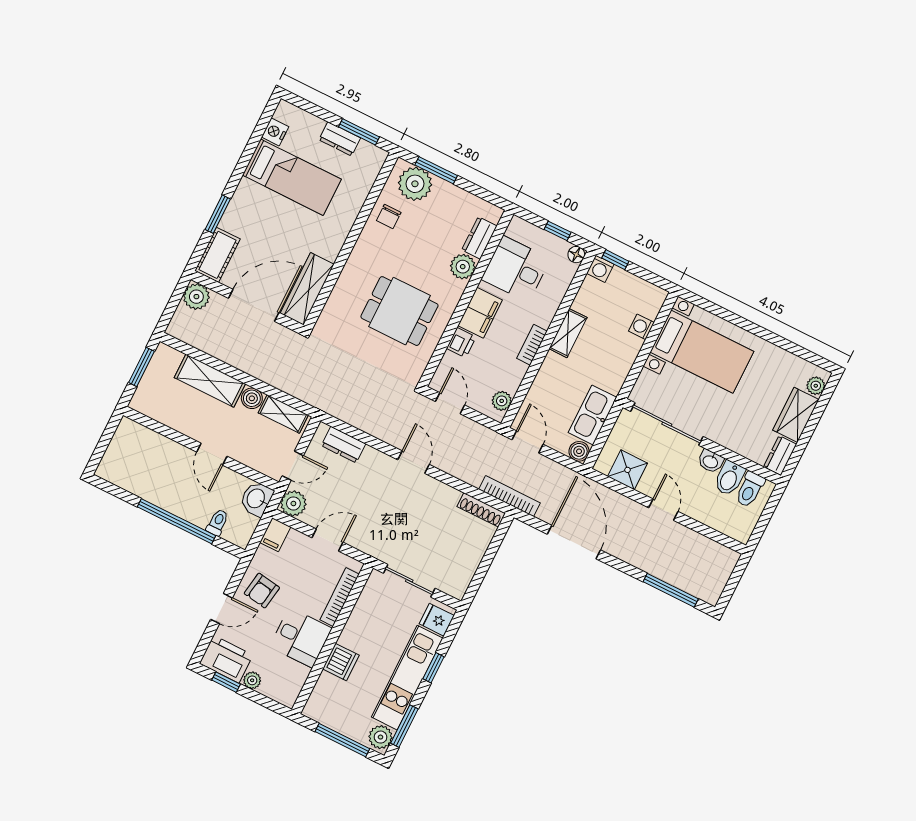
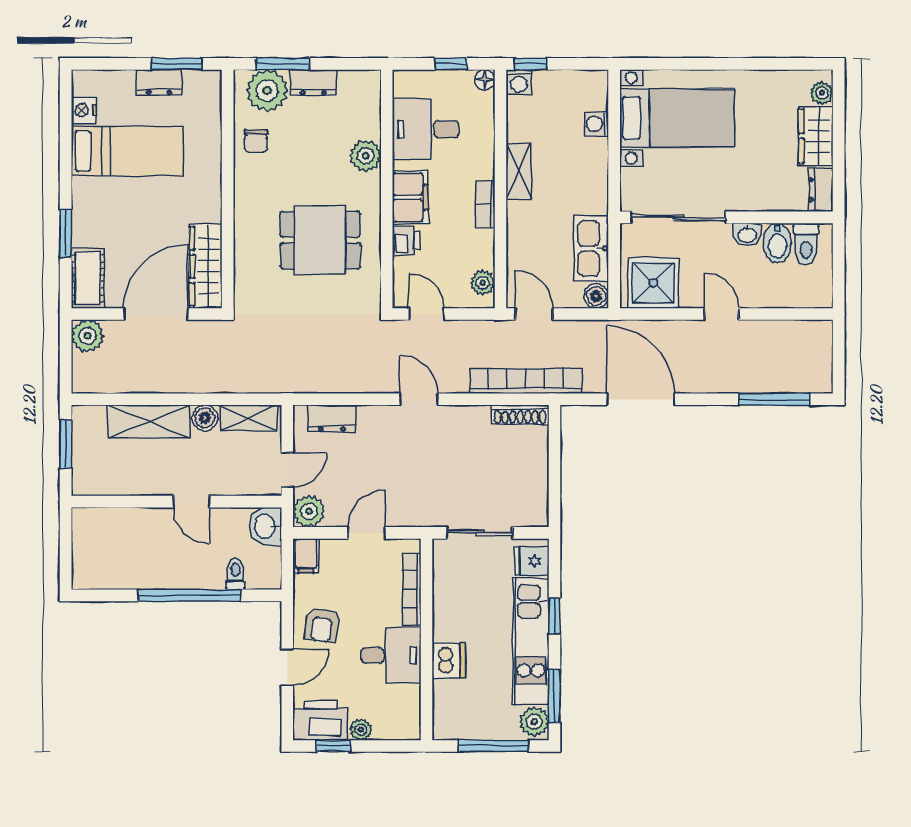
dresser: (479, 238) -> (313, 83), moved, turned -90
shower: (628, 470) -> (653, 283), width x1.36, depth x1.36
bookcase: (510, 496) -> (526, 381), width x1.48, depth x1.31

